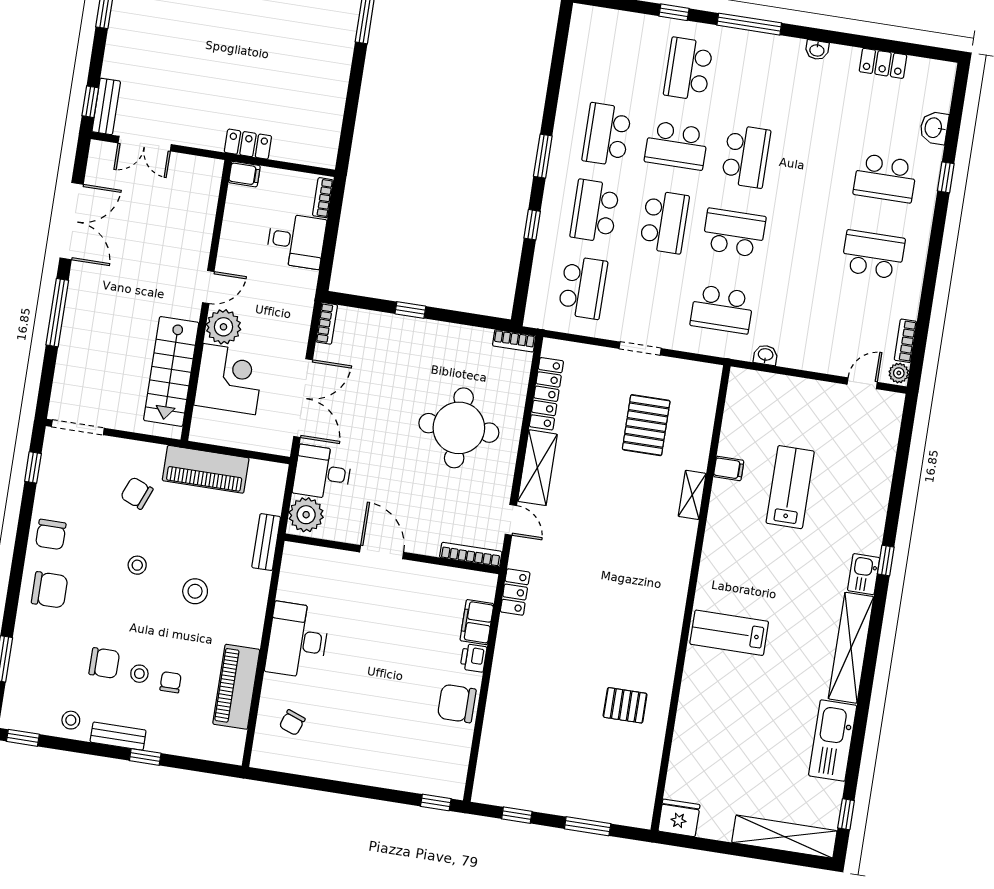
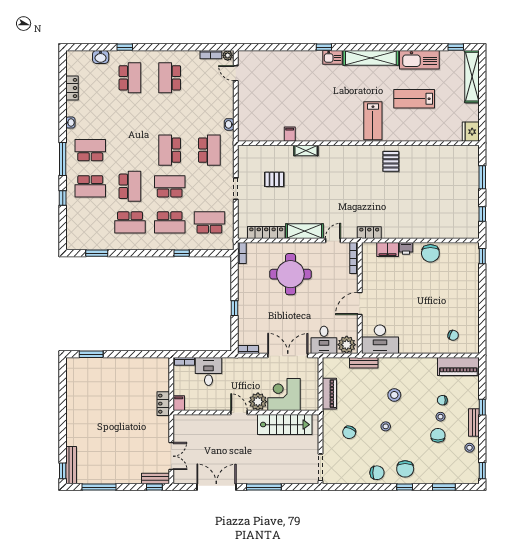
window: (543, 156) -> (97, 253), moved
school desk: (746, 156) -> (90, 150), moved
pallet: (646, 425) -> (274, 179), width x0.67, depth x0.71
window: (33, 467) -> (405, 487), moved
piano: (206, 469) -> (329, 394), width x0.73, depth x0.75
lab bench: (790, 487) -> (414, 99), moved
chair: (50, 590) -> (405, 469), turned 180
desk: (297, 640) -> (380, 339), moved
piano: (236, 687) -> (458, 366), moved
pallet: (625, 705) -> (391, 161), moved

